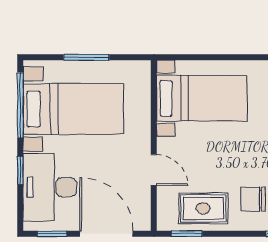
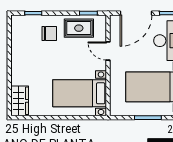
door: (106, 234) -> (136, 13), hinge flipped

